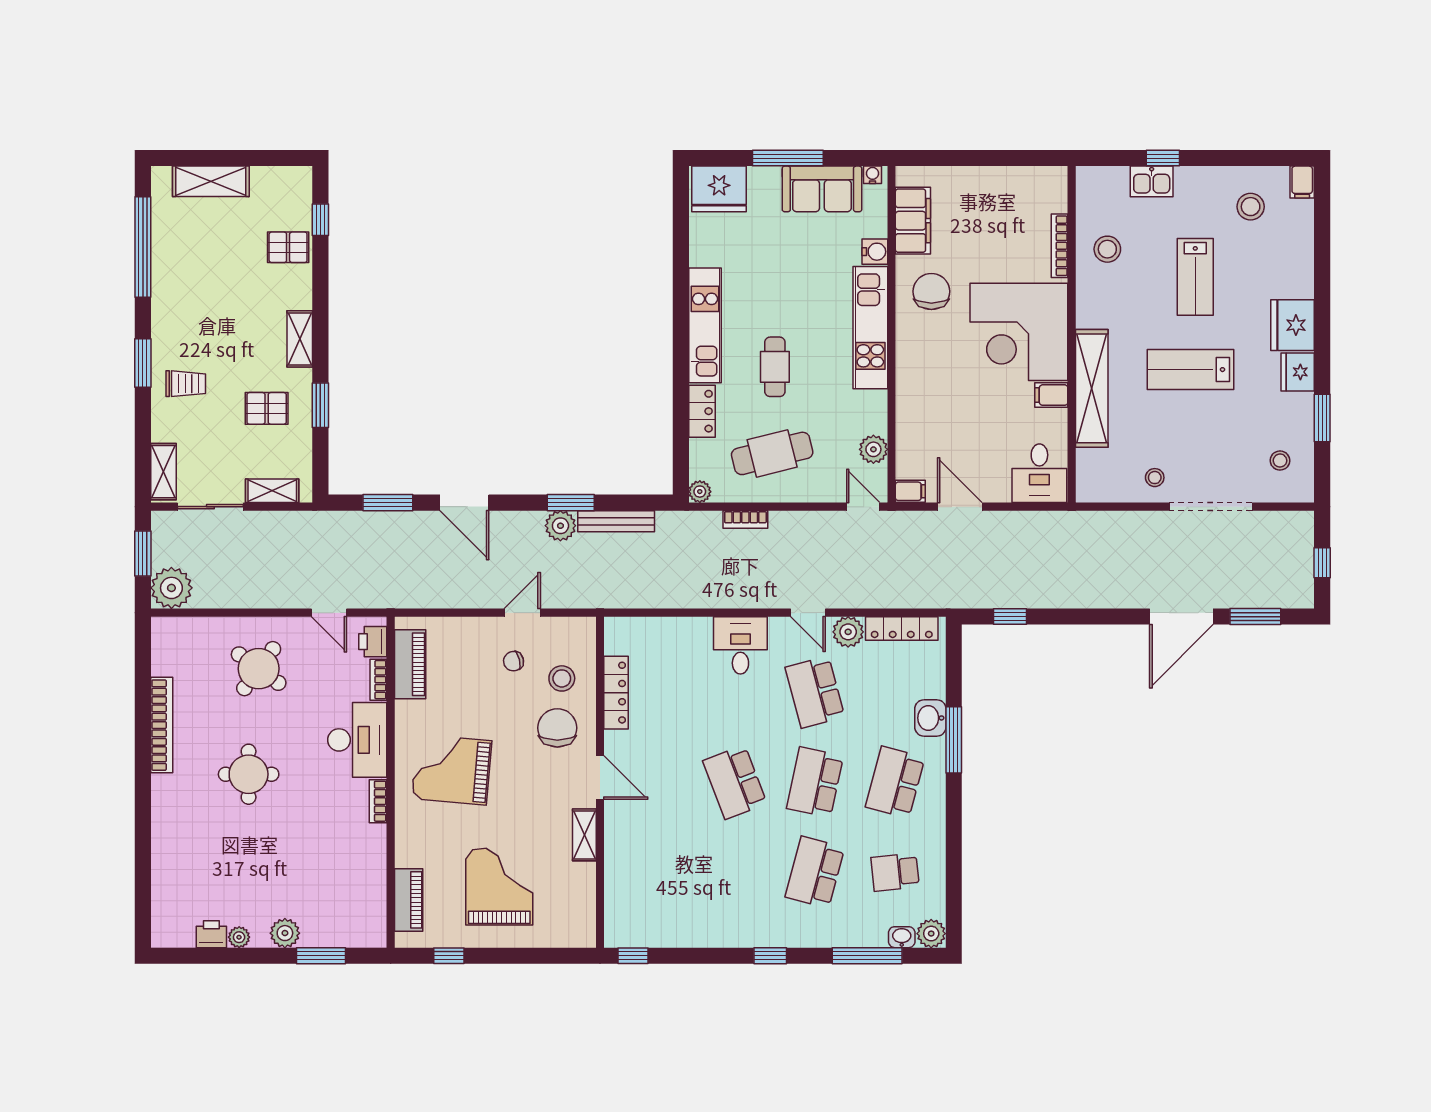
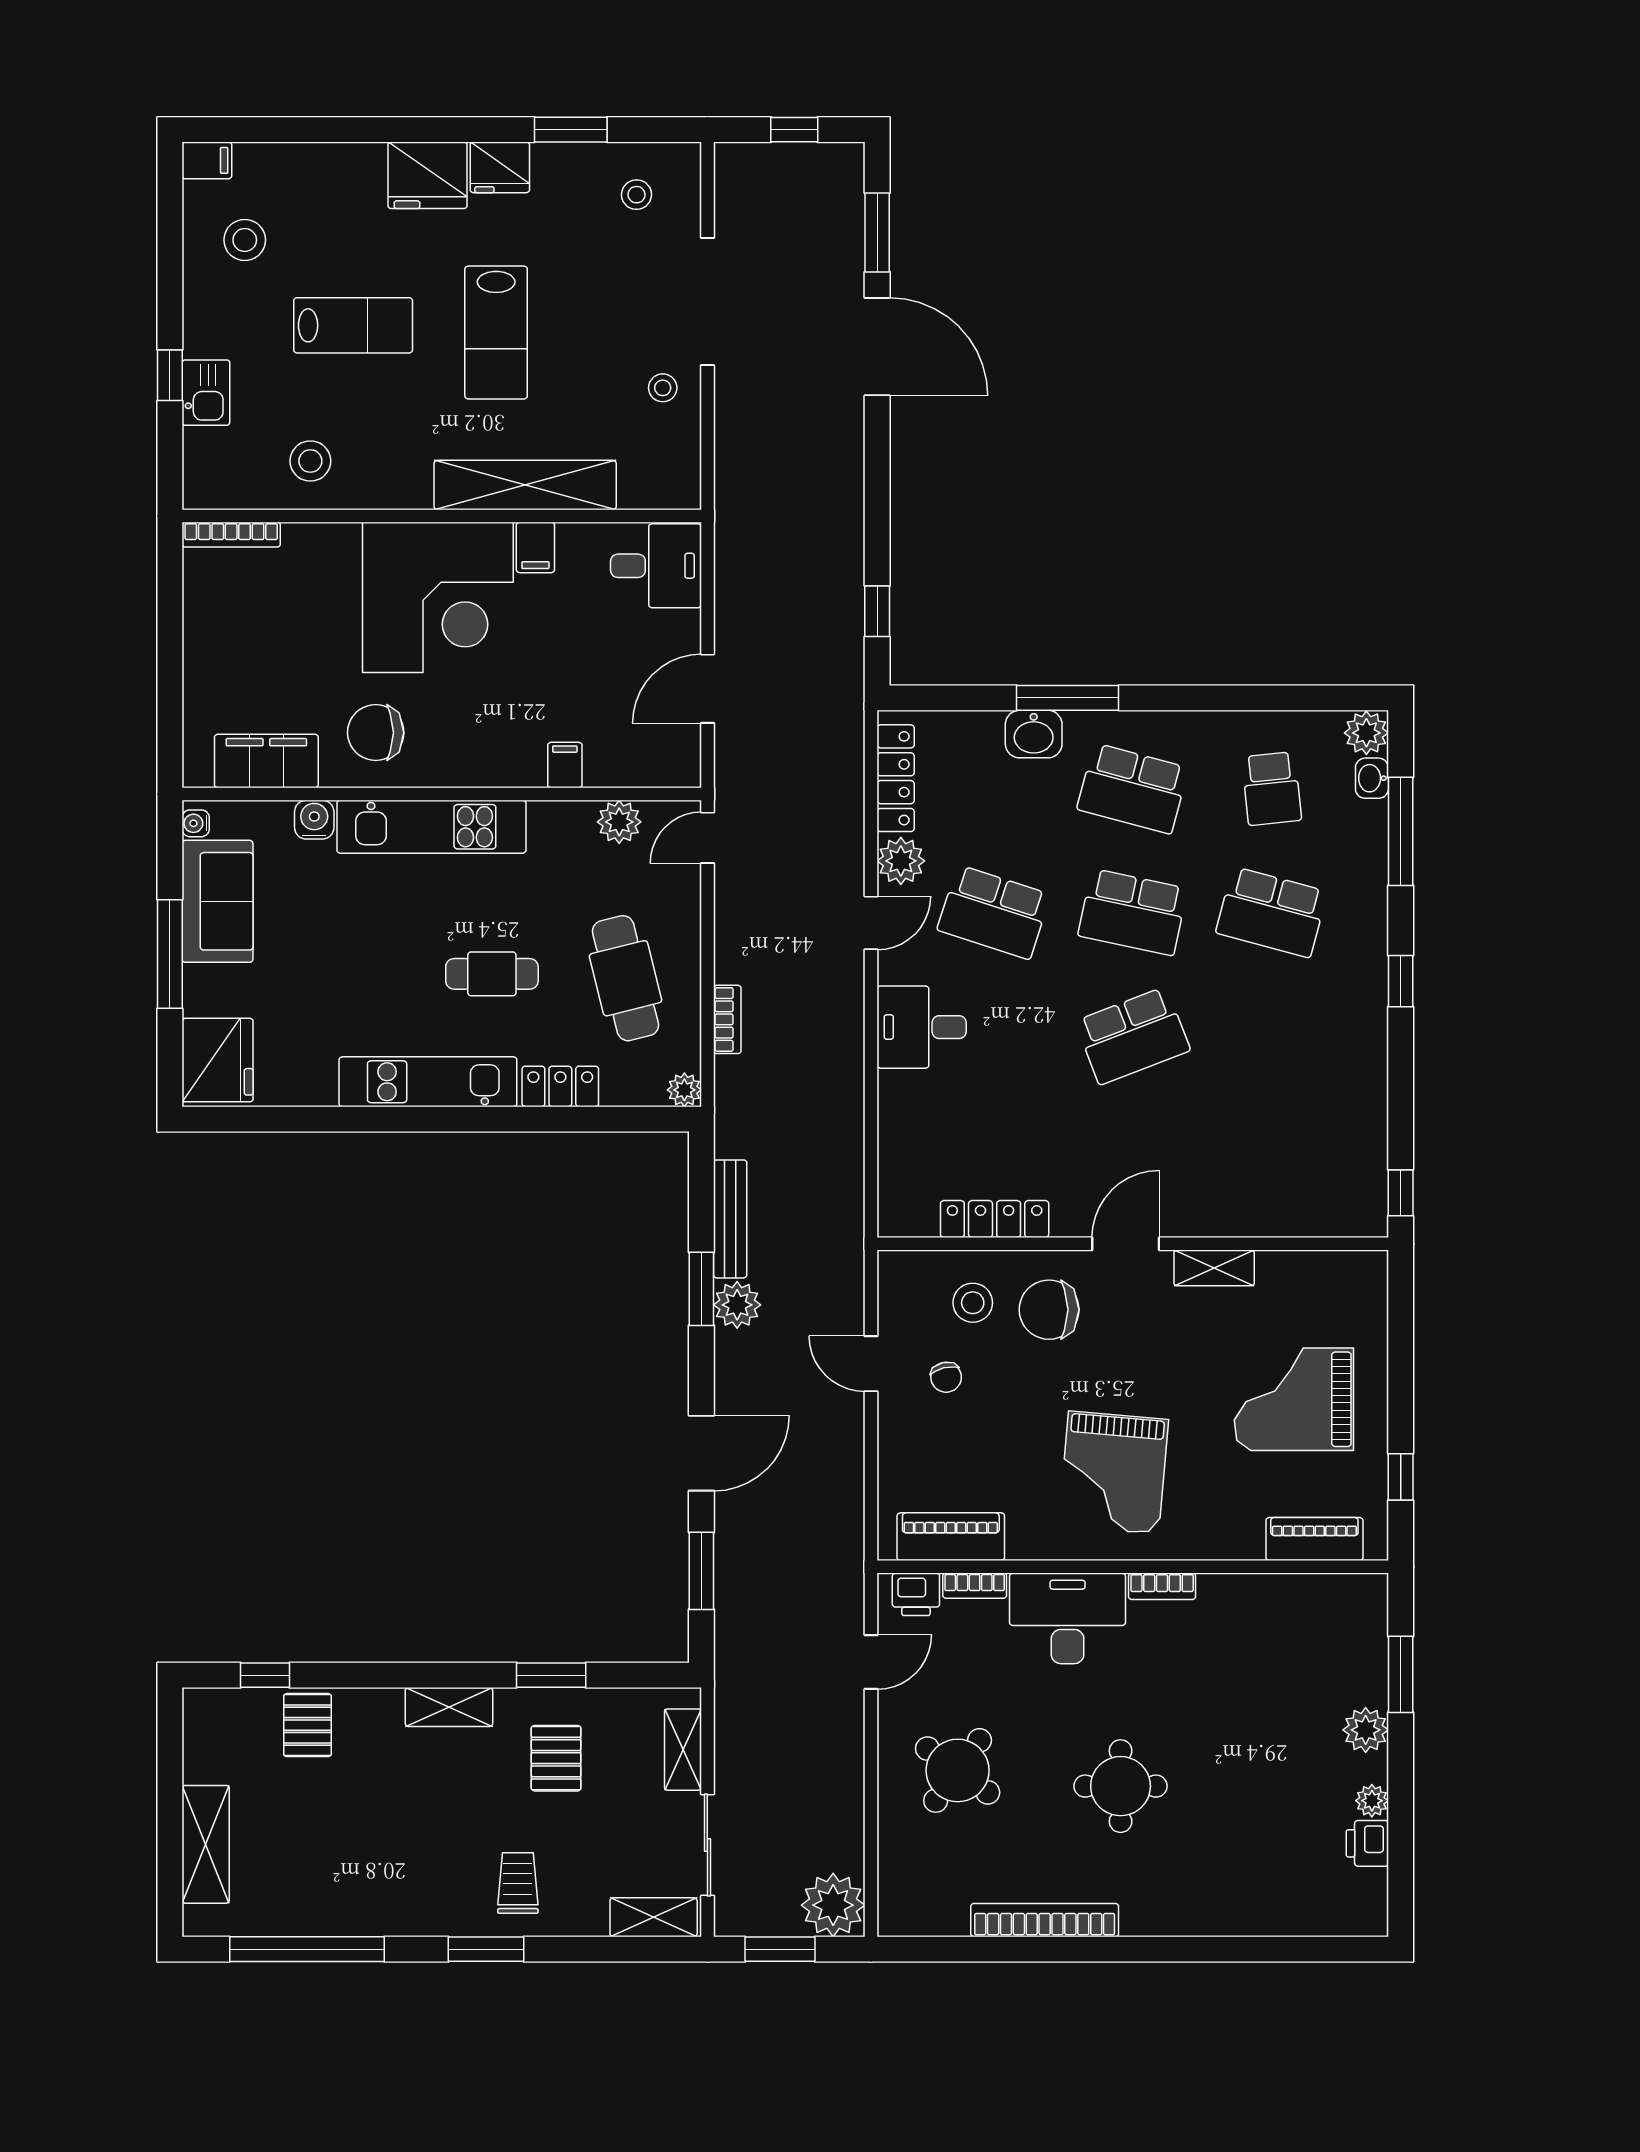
bookcase: (1060, 246) -> (231, 535), moved
filing cabinet: (910, 491) -> (565, 765), moved
school desk: (815, 692) -> (994, 912), turned 33

